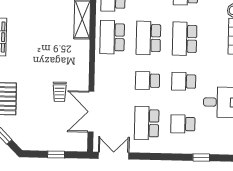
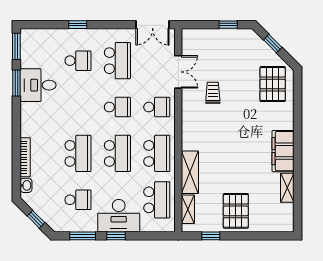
school desk: (184, 81) -> (157, 107), moved
double door: (91, 112) -> (178, 72), width x0.73
window: (56, 154) -> (228, 25), moved
window: (201, 157) -> (78, 25), moved

